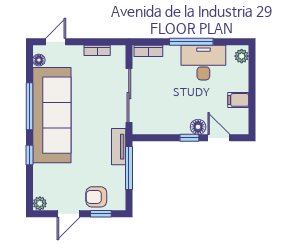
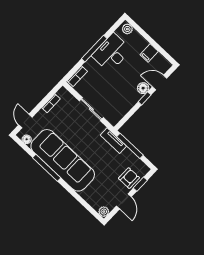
sliding door: (129, 96) -> (91, 109), width x0.73
window: (30, 155) -> (73, 192), removed
armchair: (96, 197) -> (129, 178), turned 180

